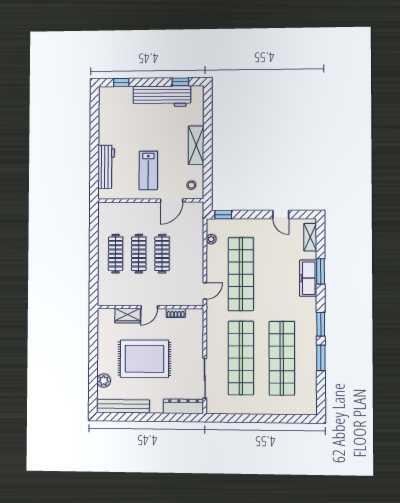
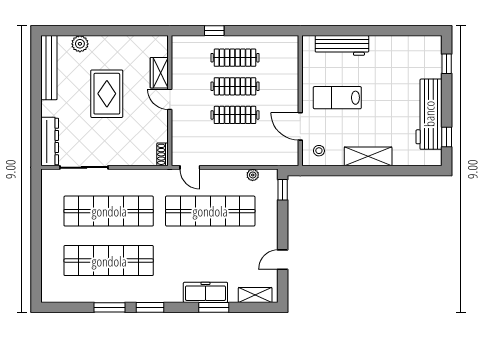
window: (94, 271) -> (214, 31), added
shoe rack: (176, 313) -> (163, 154), moved
rug: (144, 359) -> (107, 94), width x0.73, depth x0.69

